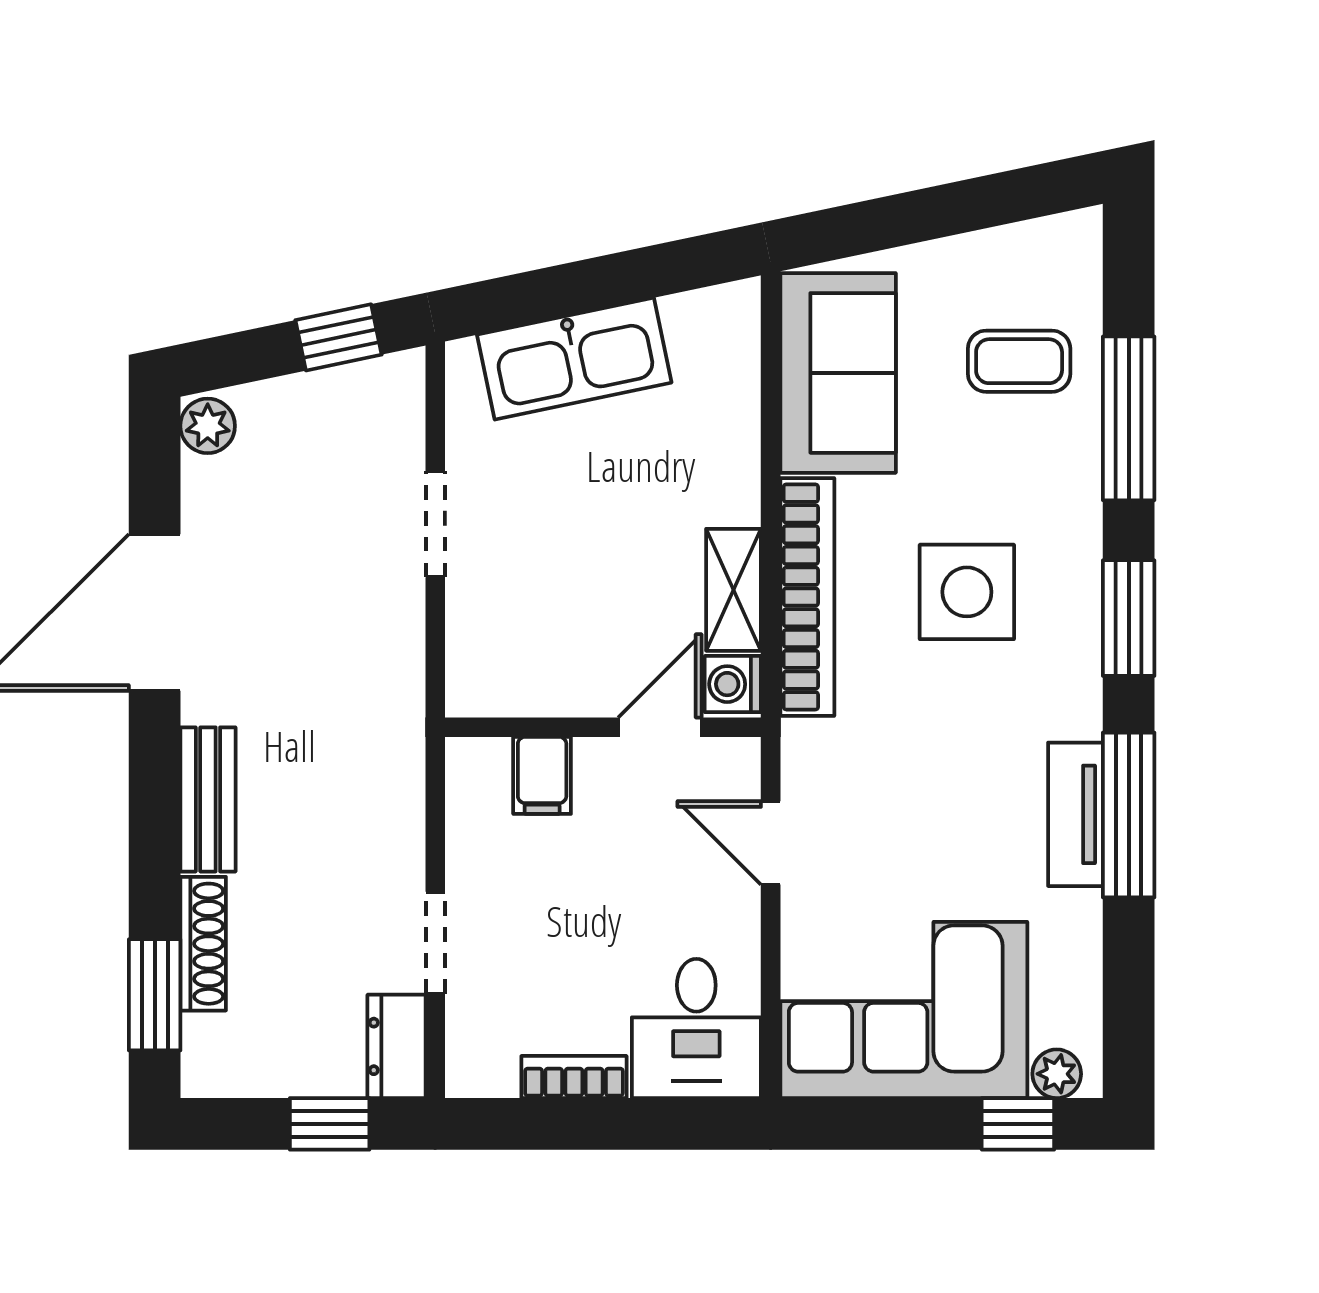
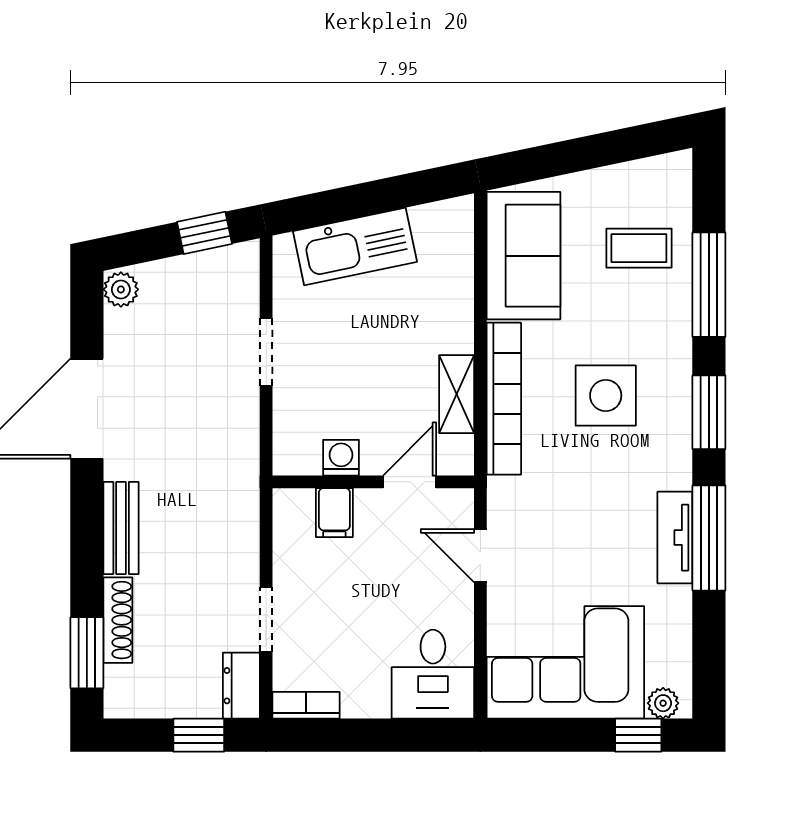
washing machine: (733, 684) -> (341, 458), moved, turned 90
bookcase: (574, 1077) -> (306, 705), moved

